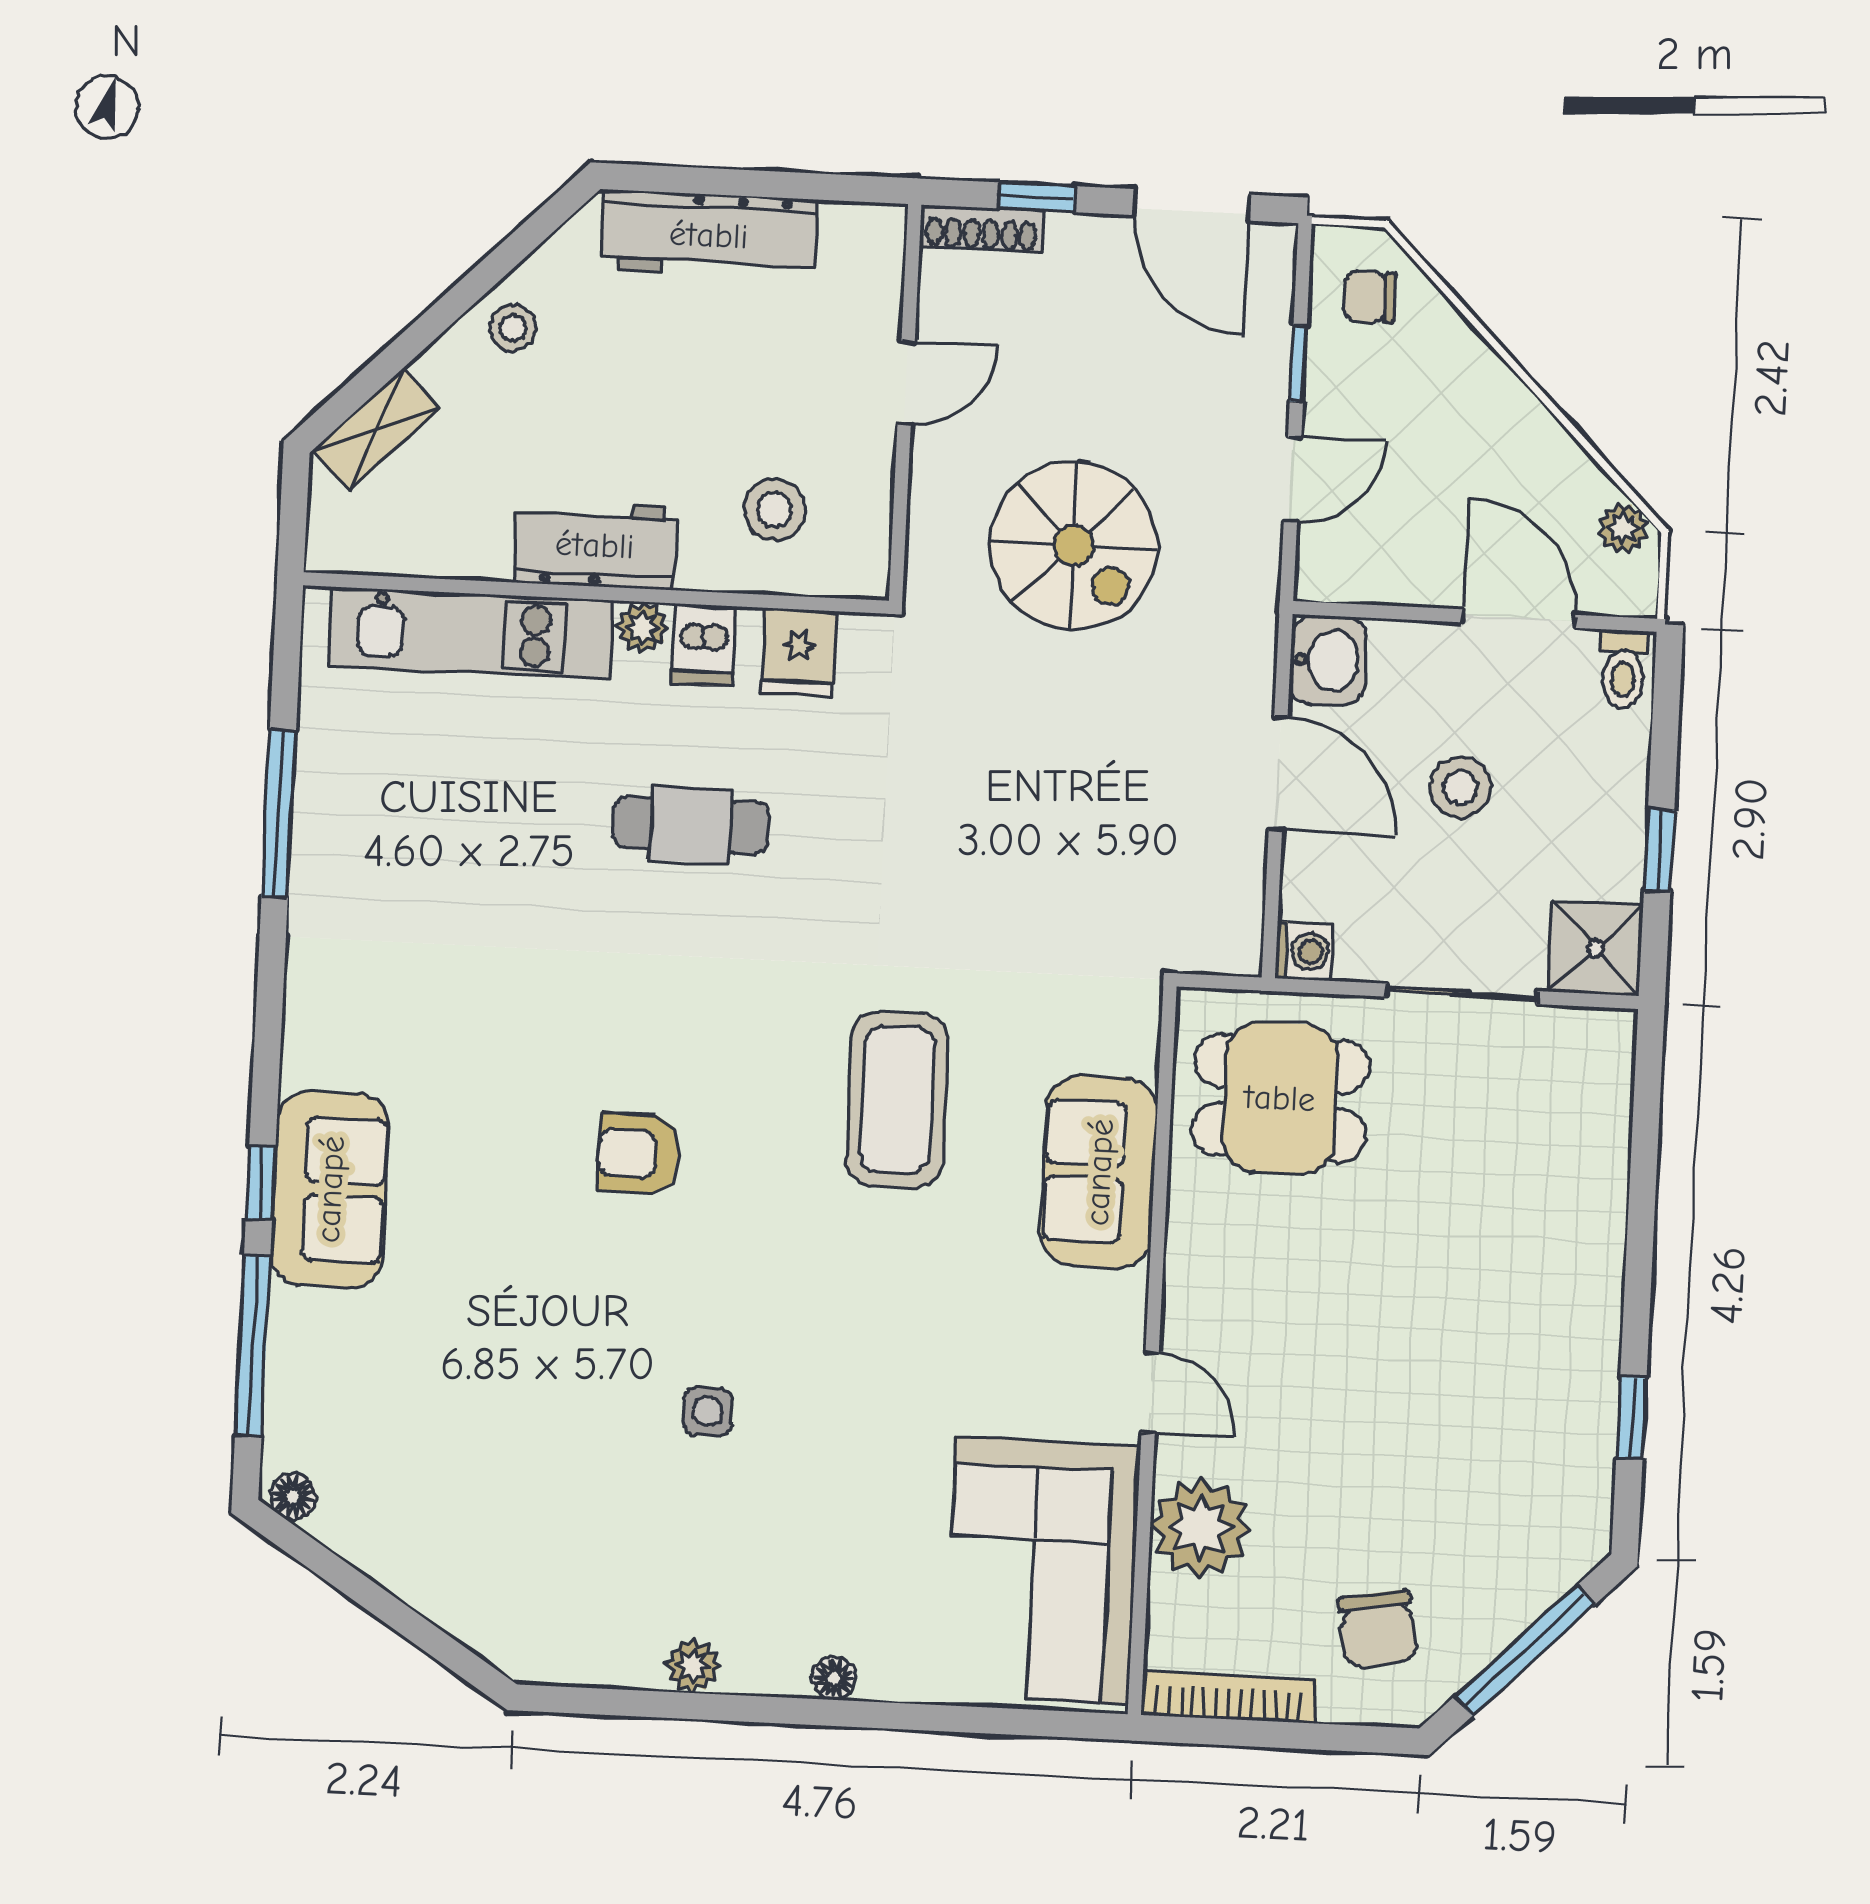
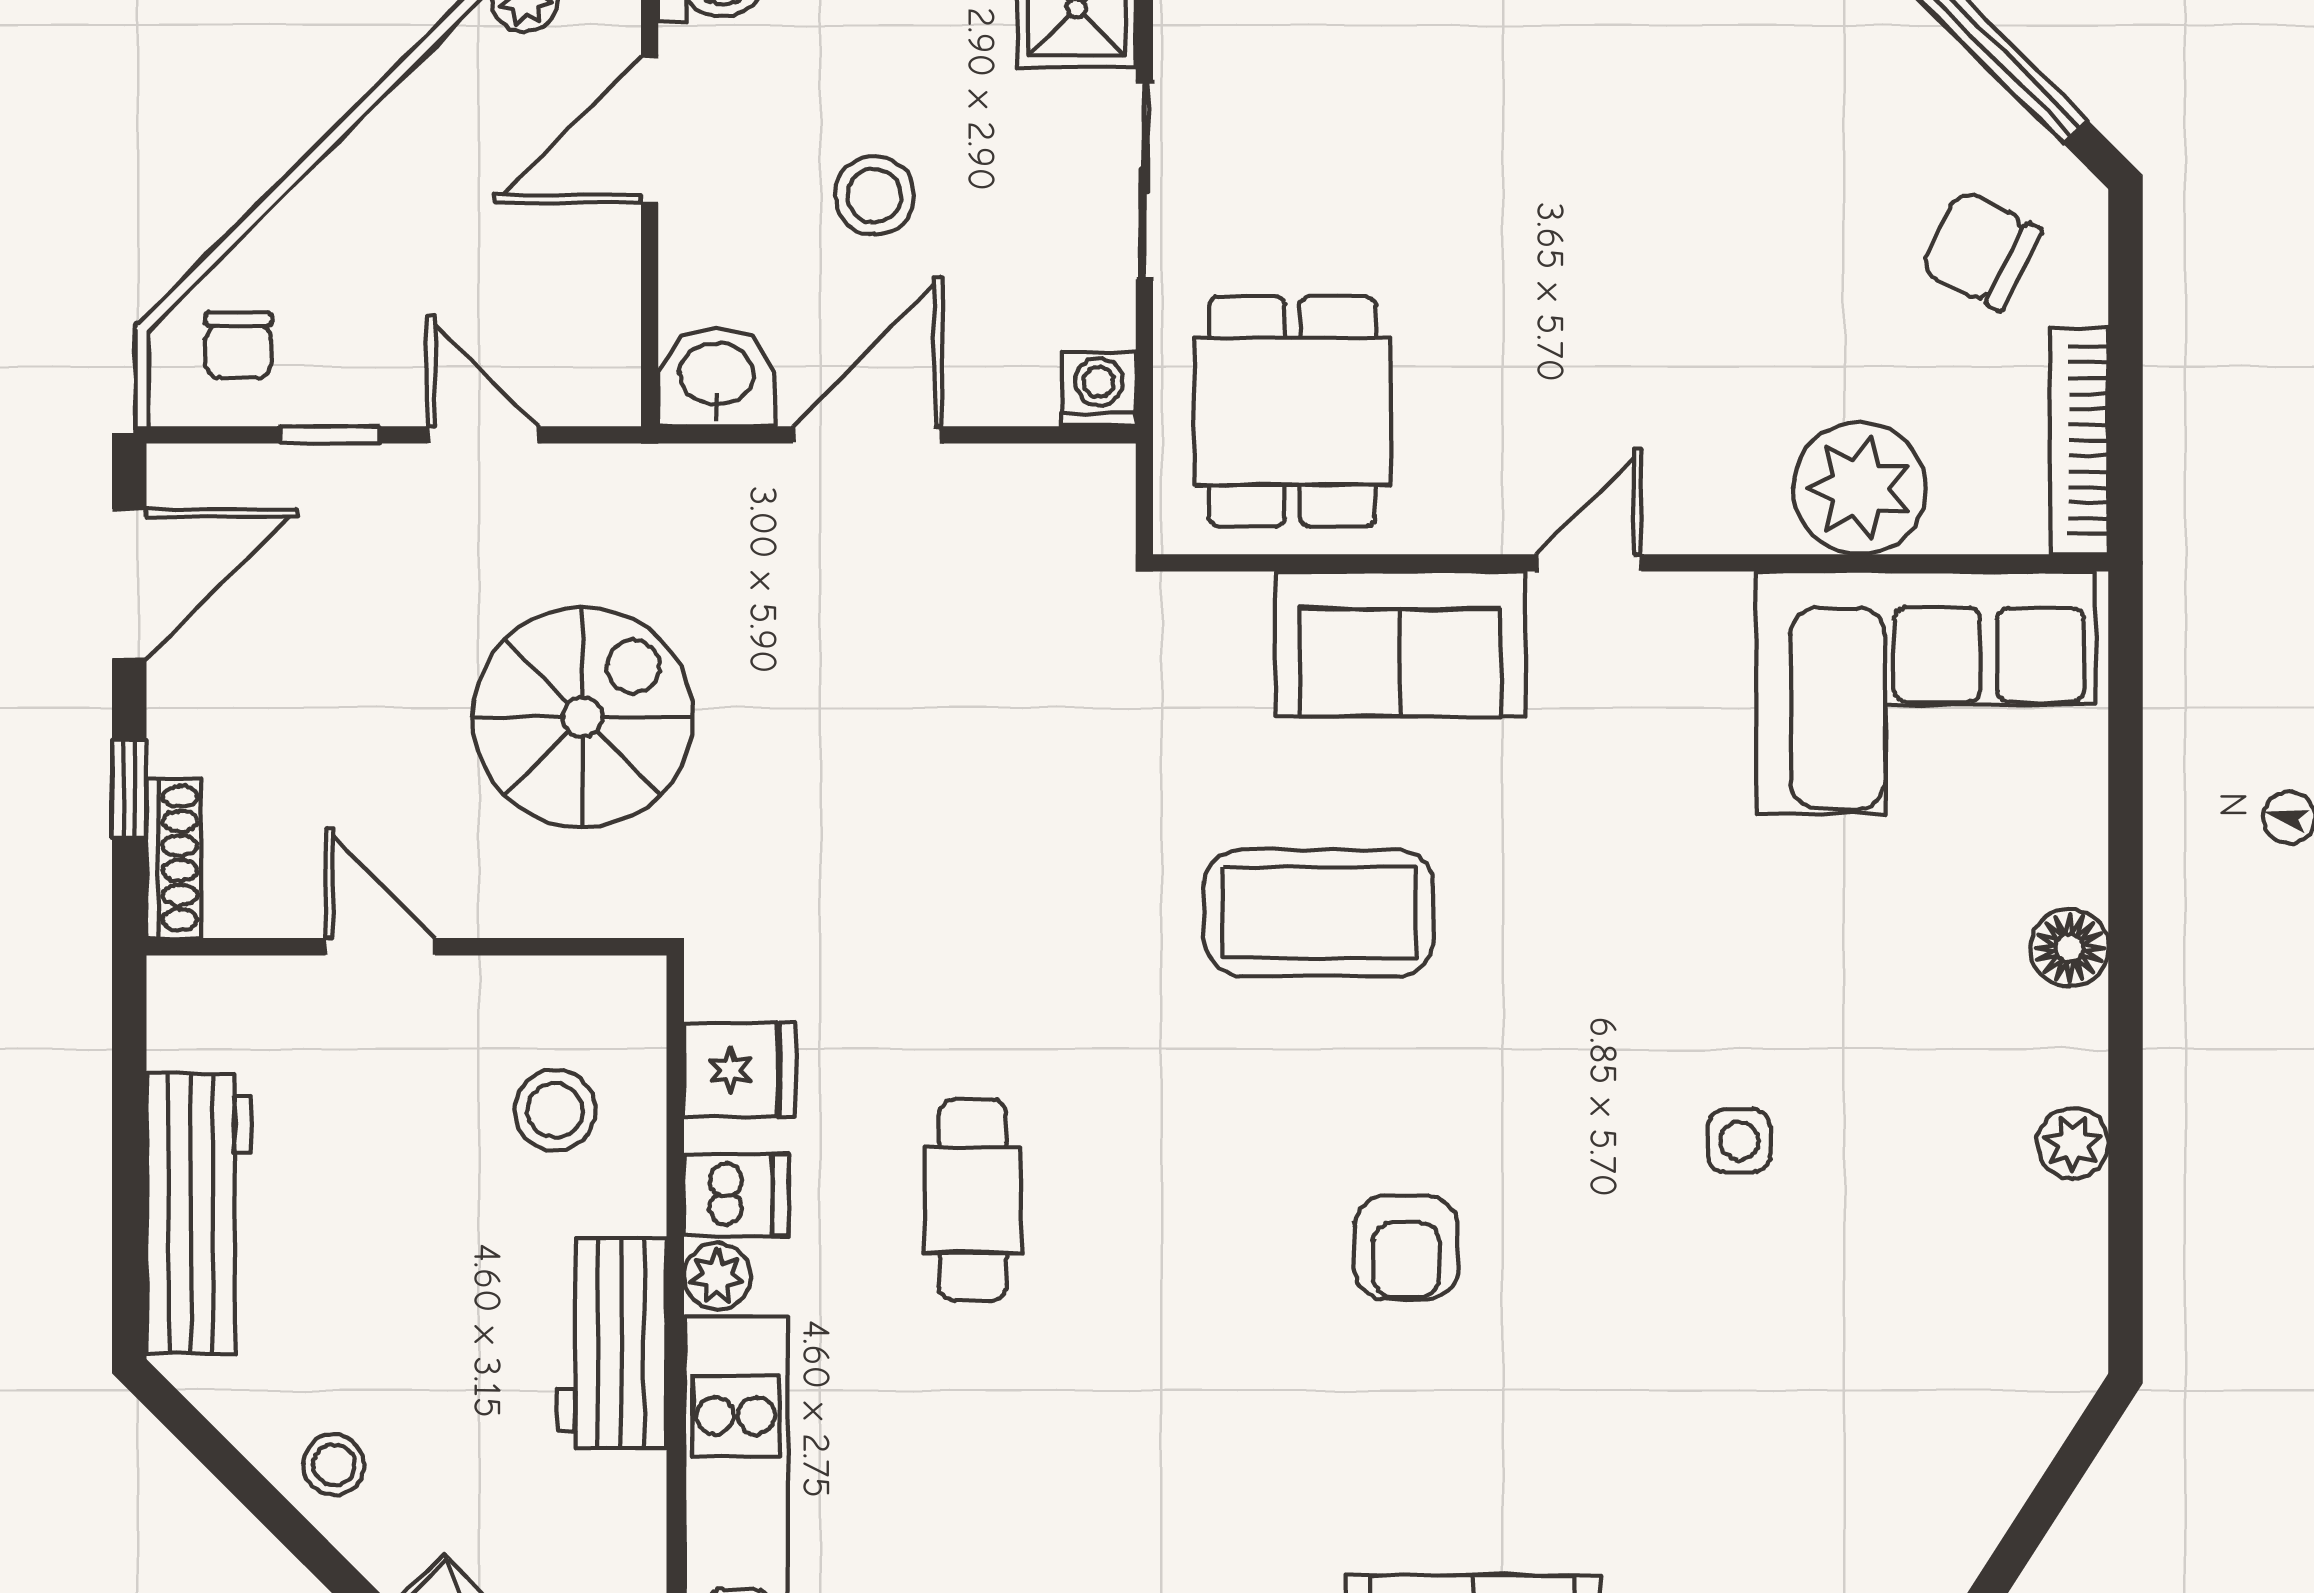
door: (1150, 1393) -> (1589, 563), moved
chair: (1377, 1629) -> (1981, 250), turned -143
floor lamp: (834, 1678) -> (2069, 948), width x1.37, depth x1.37

